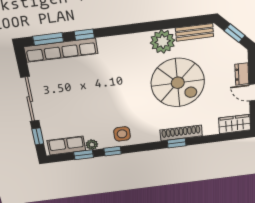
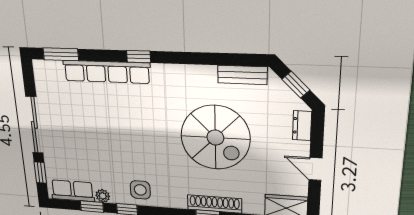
window: (84, 35) -> (139, 57), moved
plant: (163, 42) -> (200, 80), removed
row of seats: (61, 50) -> (107, 72), moved
dresser: (242, 74) -> (302, 126), moved

